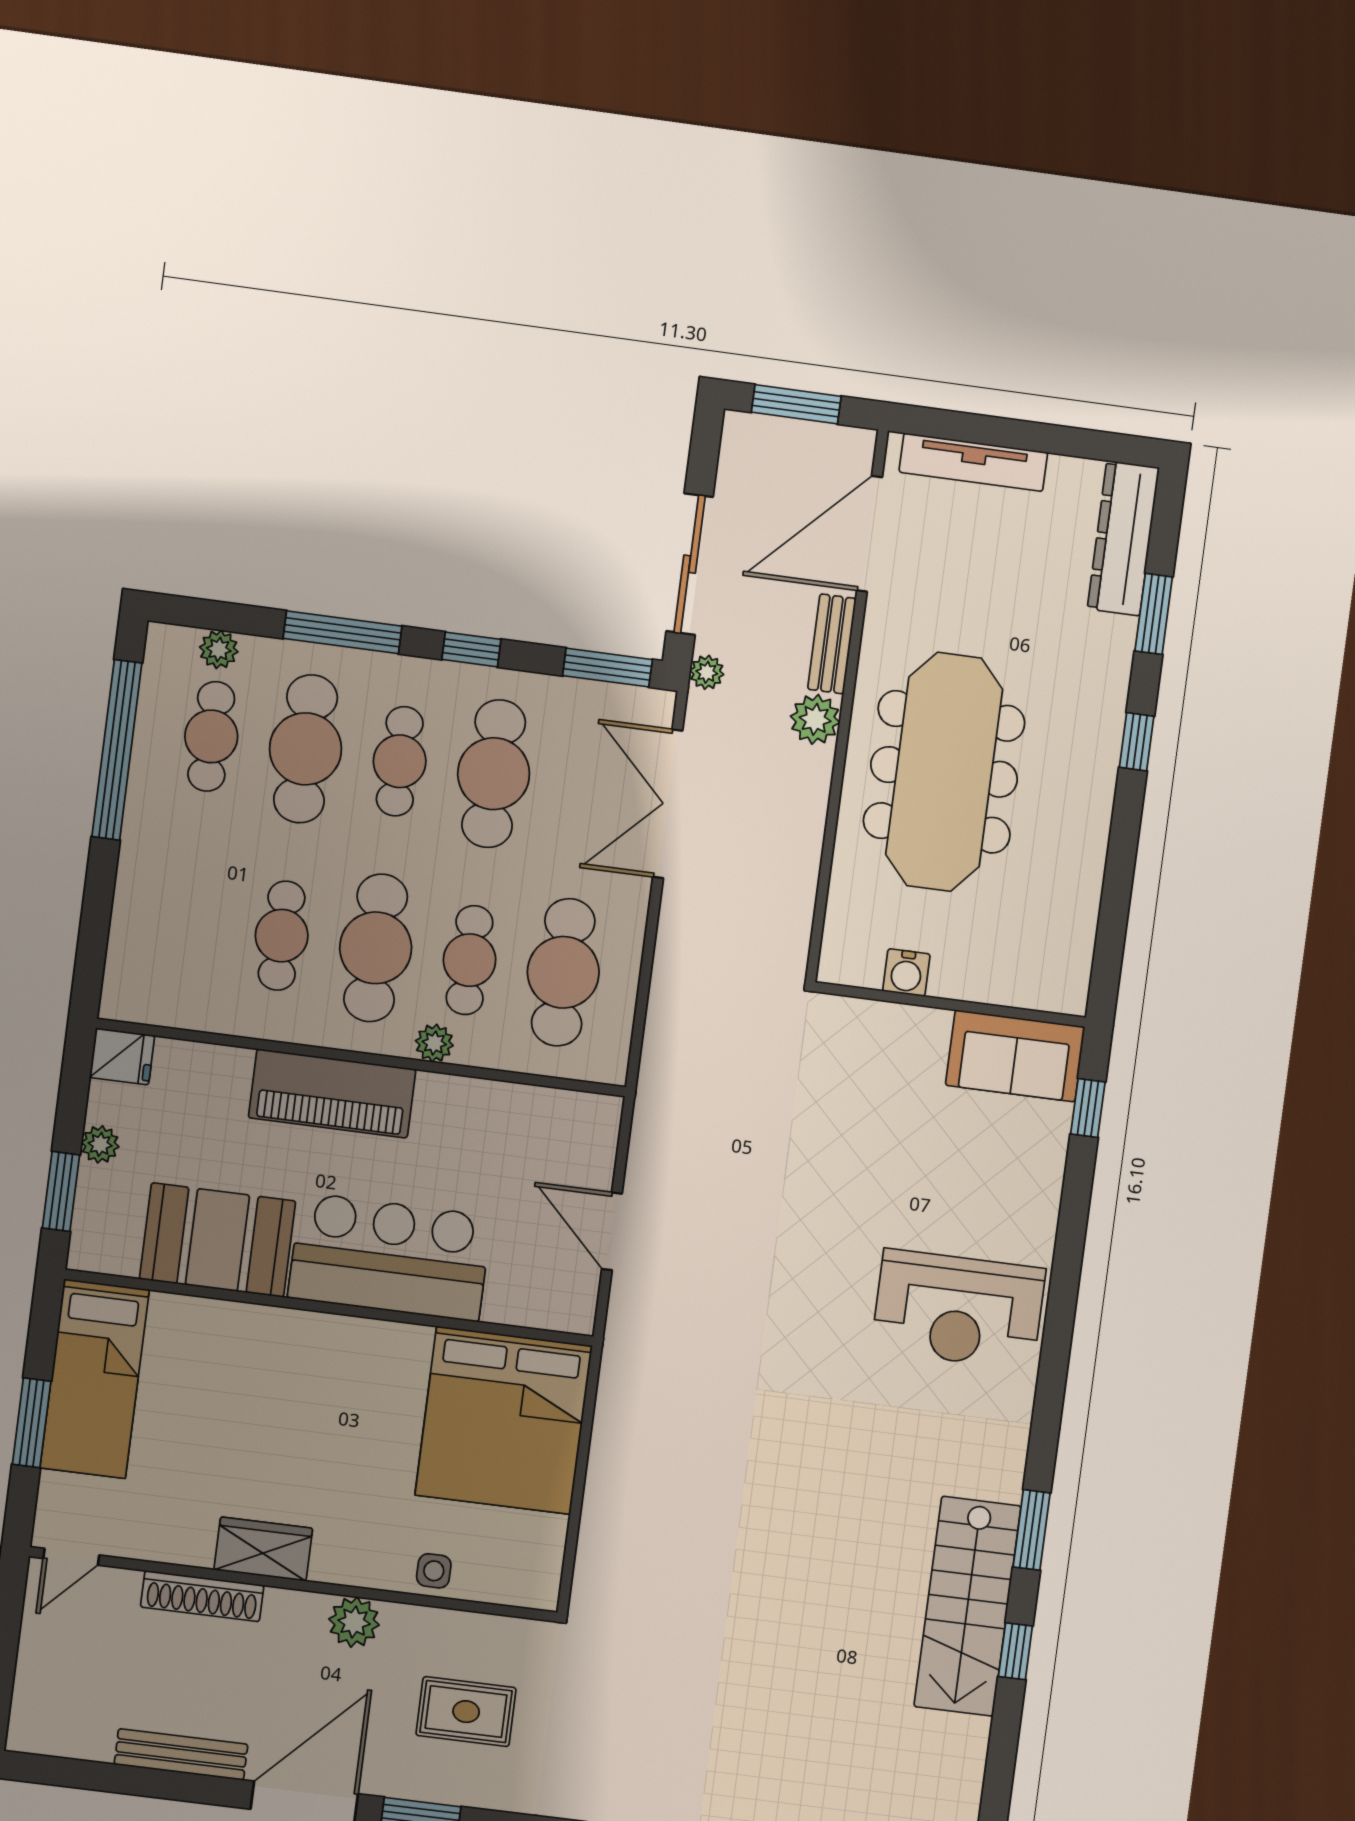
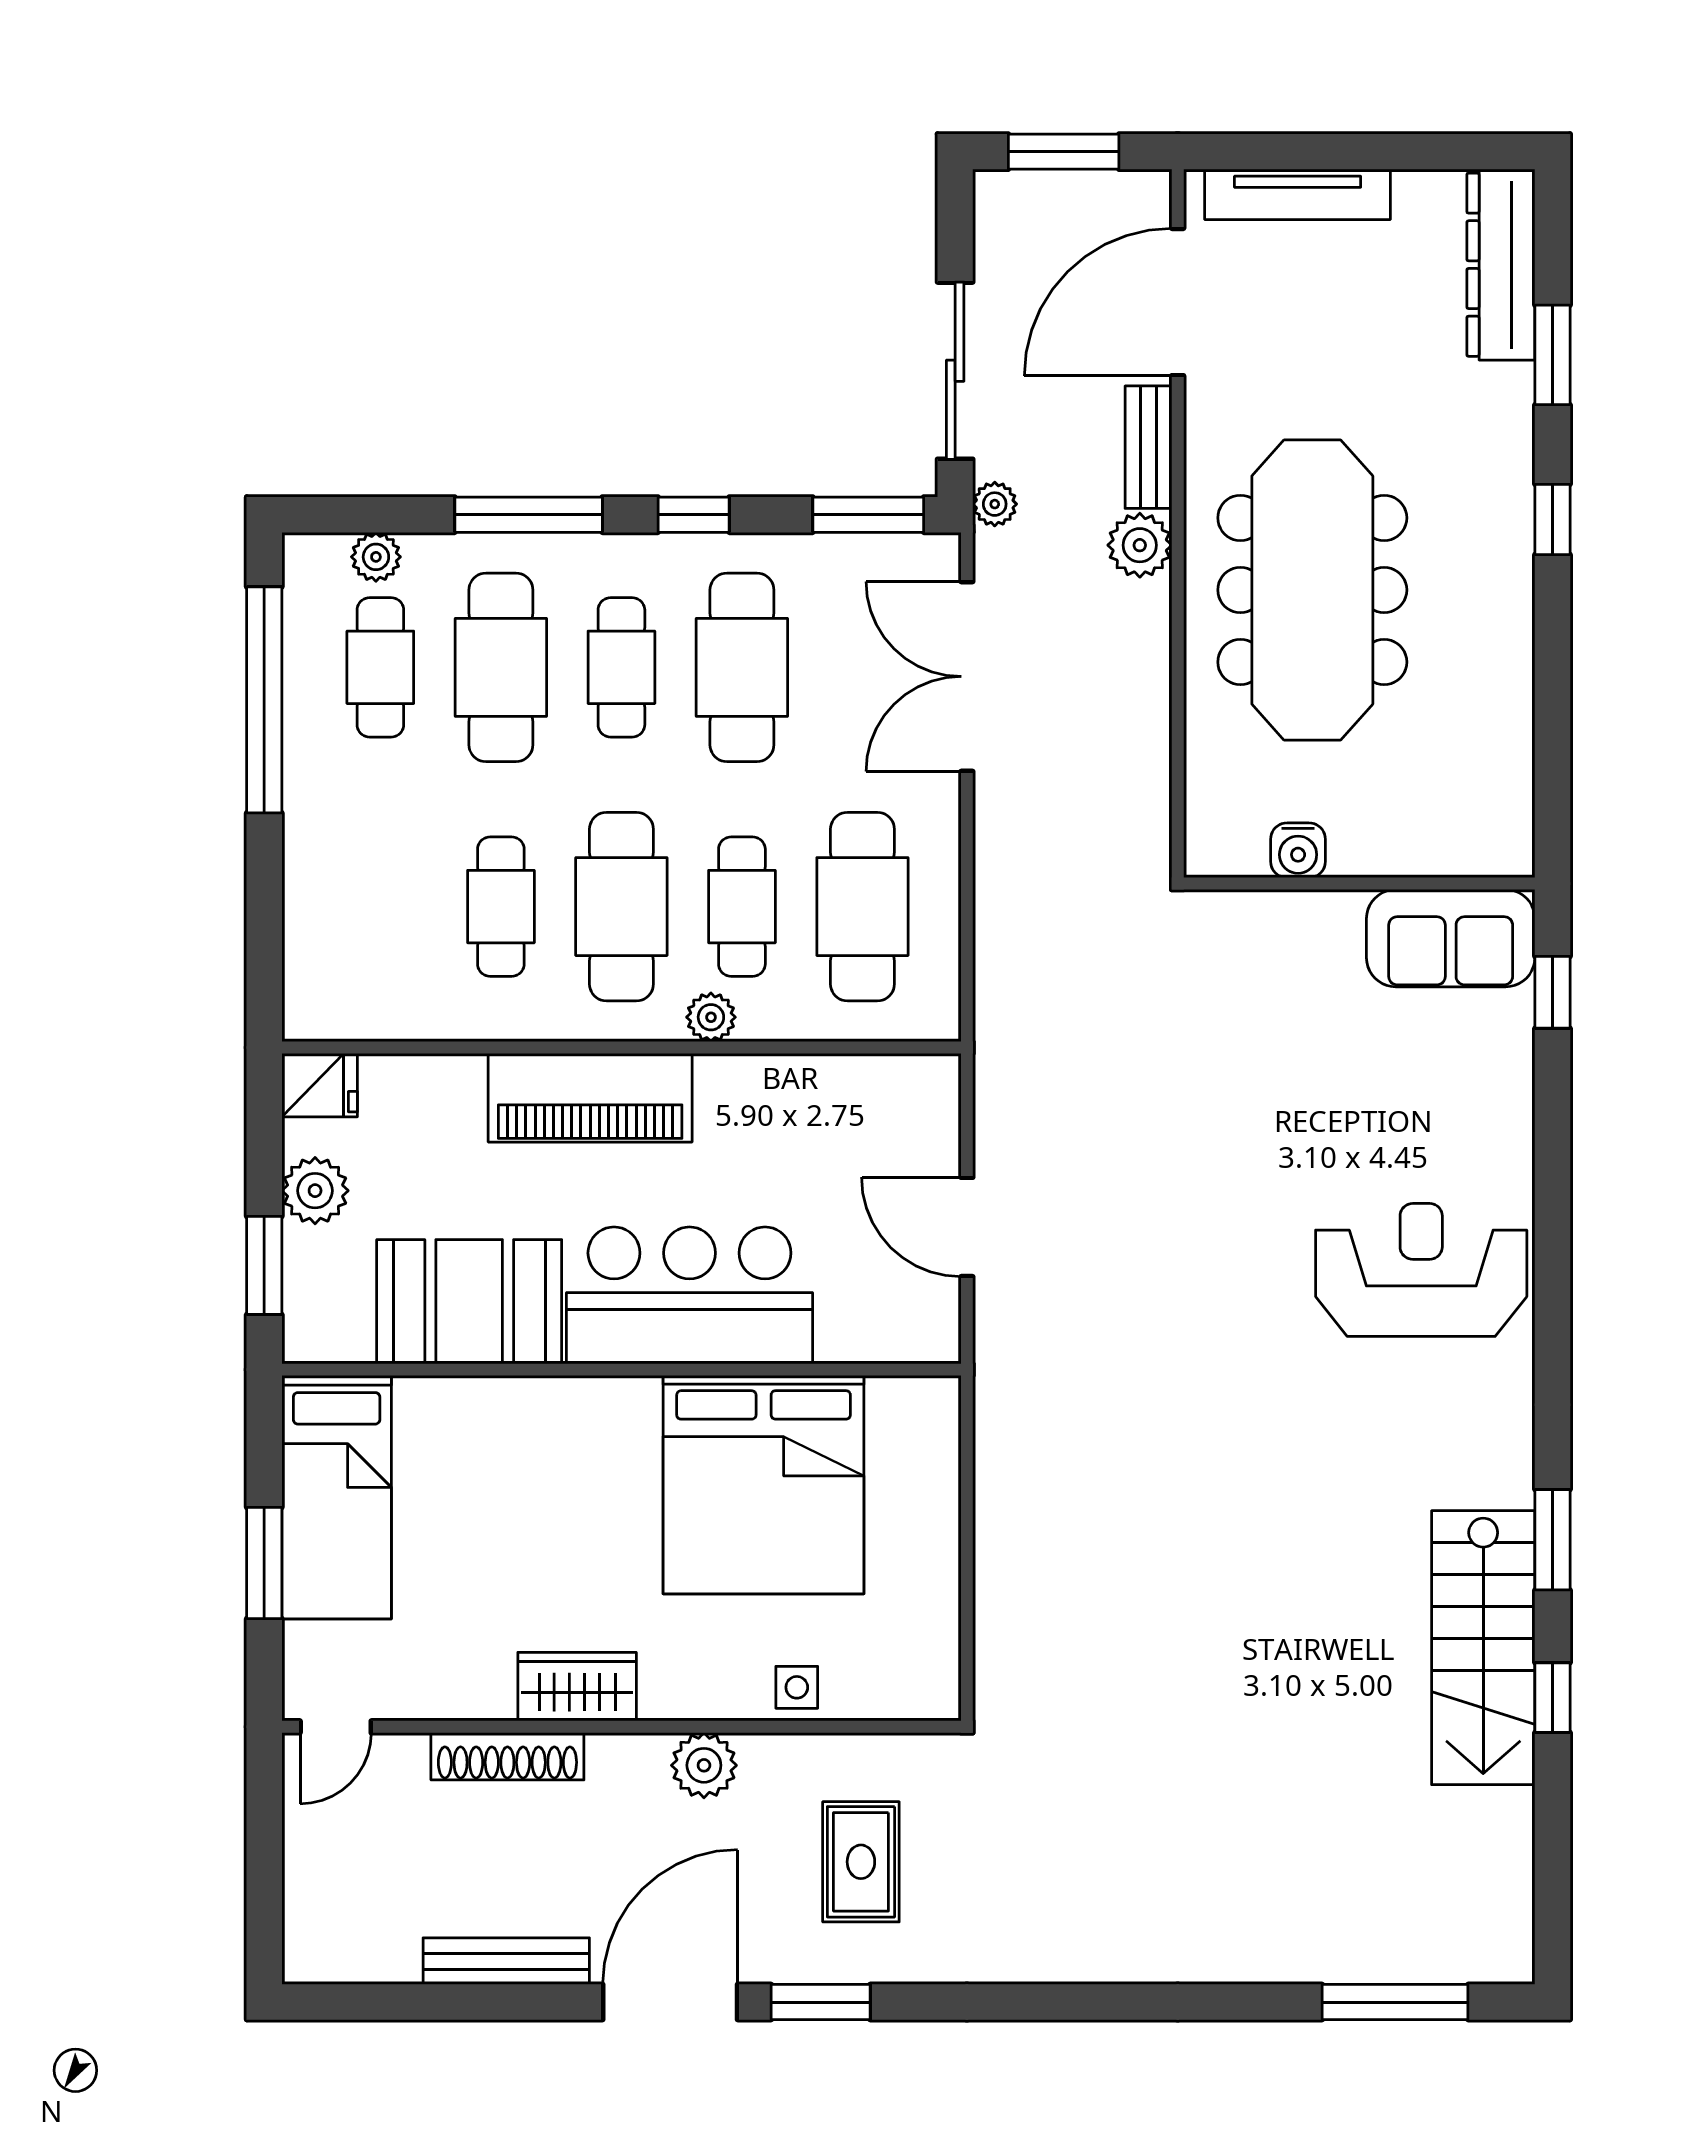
plant: (100, 1144) -> (315, 1191), width x1.38, depth x1.38
reception desk: (958, 1309) -> (1421, 1270), turned 180
bed: (504, 1420) -> (764, 1485), moved
rug: (466, 1712) -> (861, 1862), turned 90

